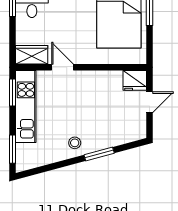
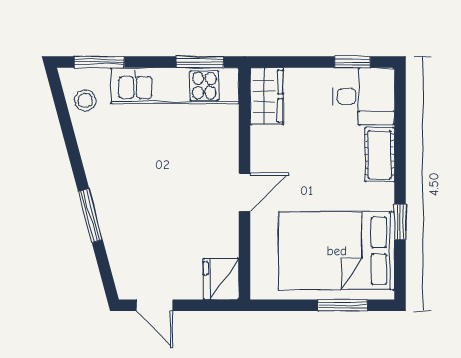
door: (63, 67) -> (244, 192), moved
door: (149, 102) -> (154, 305), moved
stool: (75, 143) -> (85, 100), moved

